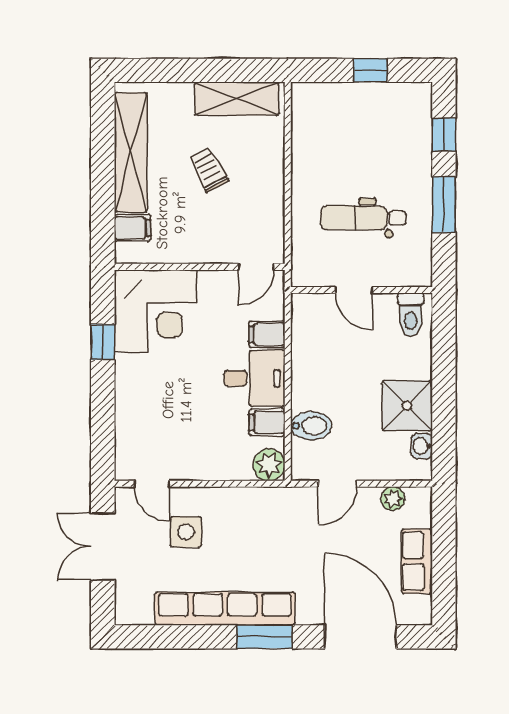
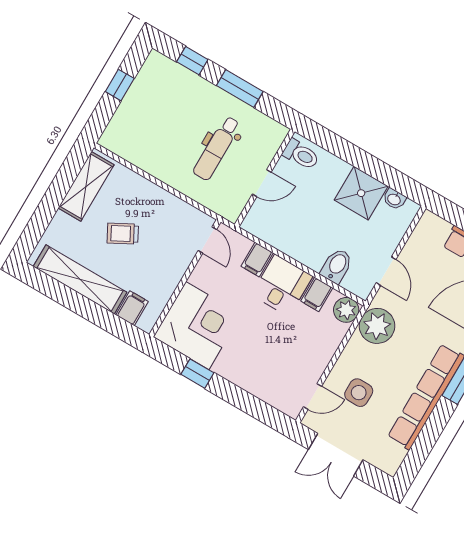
plant: (393, 499) -> (377, 326), moved, width x1.87, depth x1.87

